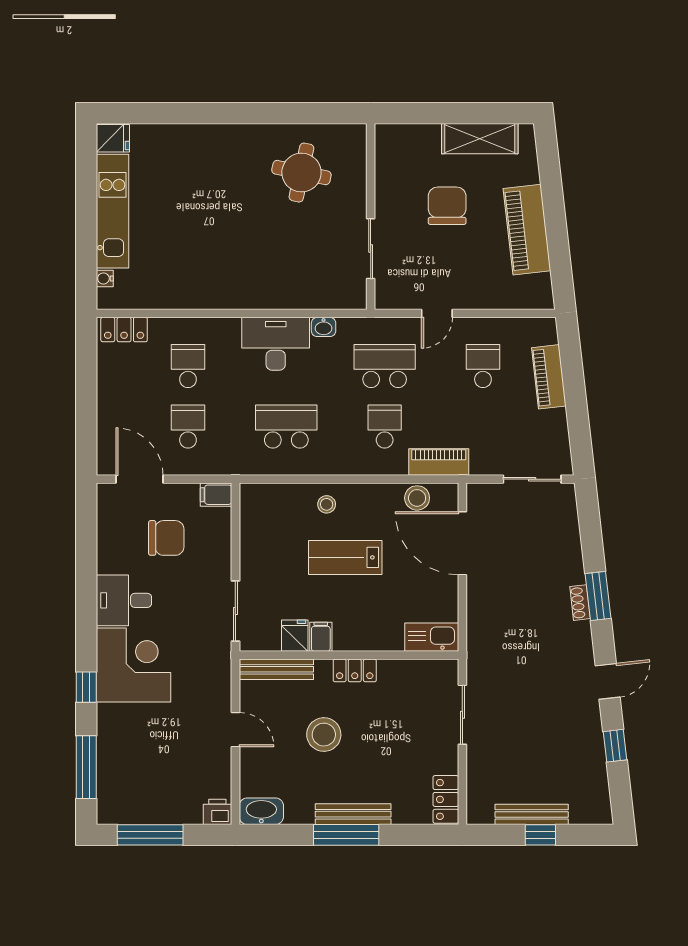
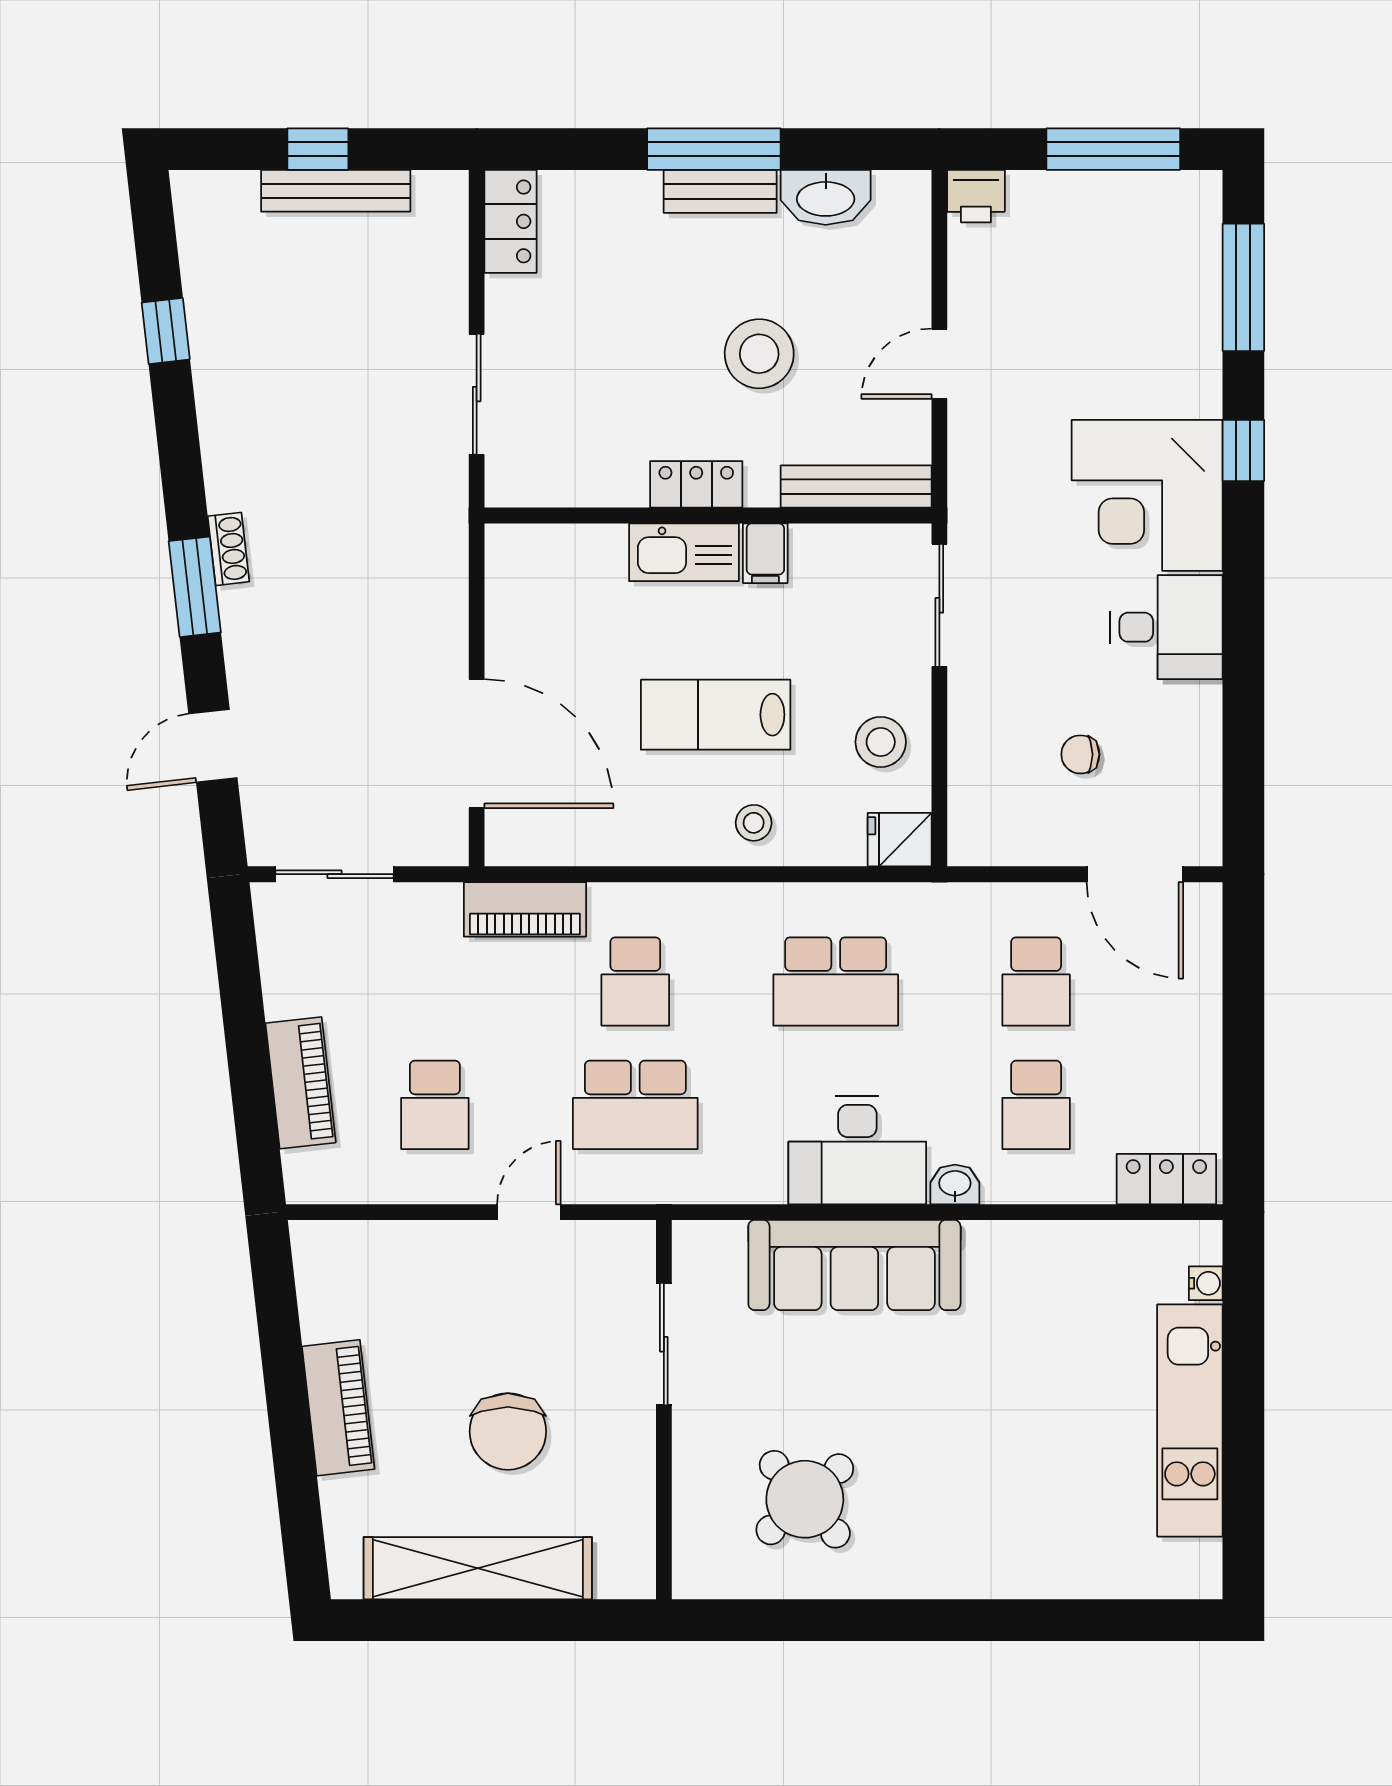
fridge: (113, 138) -> (1189, 1569), removed
shelving: (480, 139) -> (478, 1568), width x1.47
round table: (301, 173) -> (805, 1499), turned 36
piano: (527, 230) -> (338, 1408), width x0.73, depth x0.75
sofa: (277, 287) -> (854, 1265), added
washbasin: (324, 327) -> (955, 1184), moved
filing cabinet: (216, 495) -> (979, 843), removed
stool: (417, 498) -> (881, 742), moved
chair: (166, 538) -> (1080, 754), width x0.54, depth x0.54
lab bench: (345, 557) -> (716, 715), turned 180
window: (598, 596) -> (195, 587), moved
shoe rack: (580, 603) -> (228, 549), moved
fridge: (295, 636) -> (900, 840), moved, turned 90
kitchen sink: (432, 637) -> (684, 552), moved
door: (608, 681) -> (213, 746), moved
door: (235, 730) -> (939, 364), hinge flipped
washbasin: (261, 811) -> (826, 197), moved
bench: (353, 814) -> (720, 191), width x0.73

